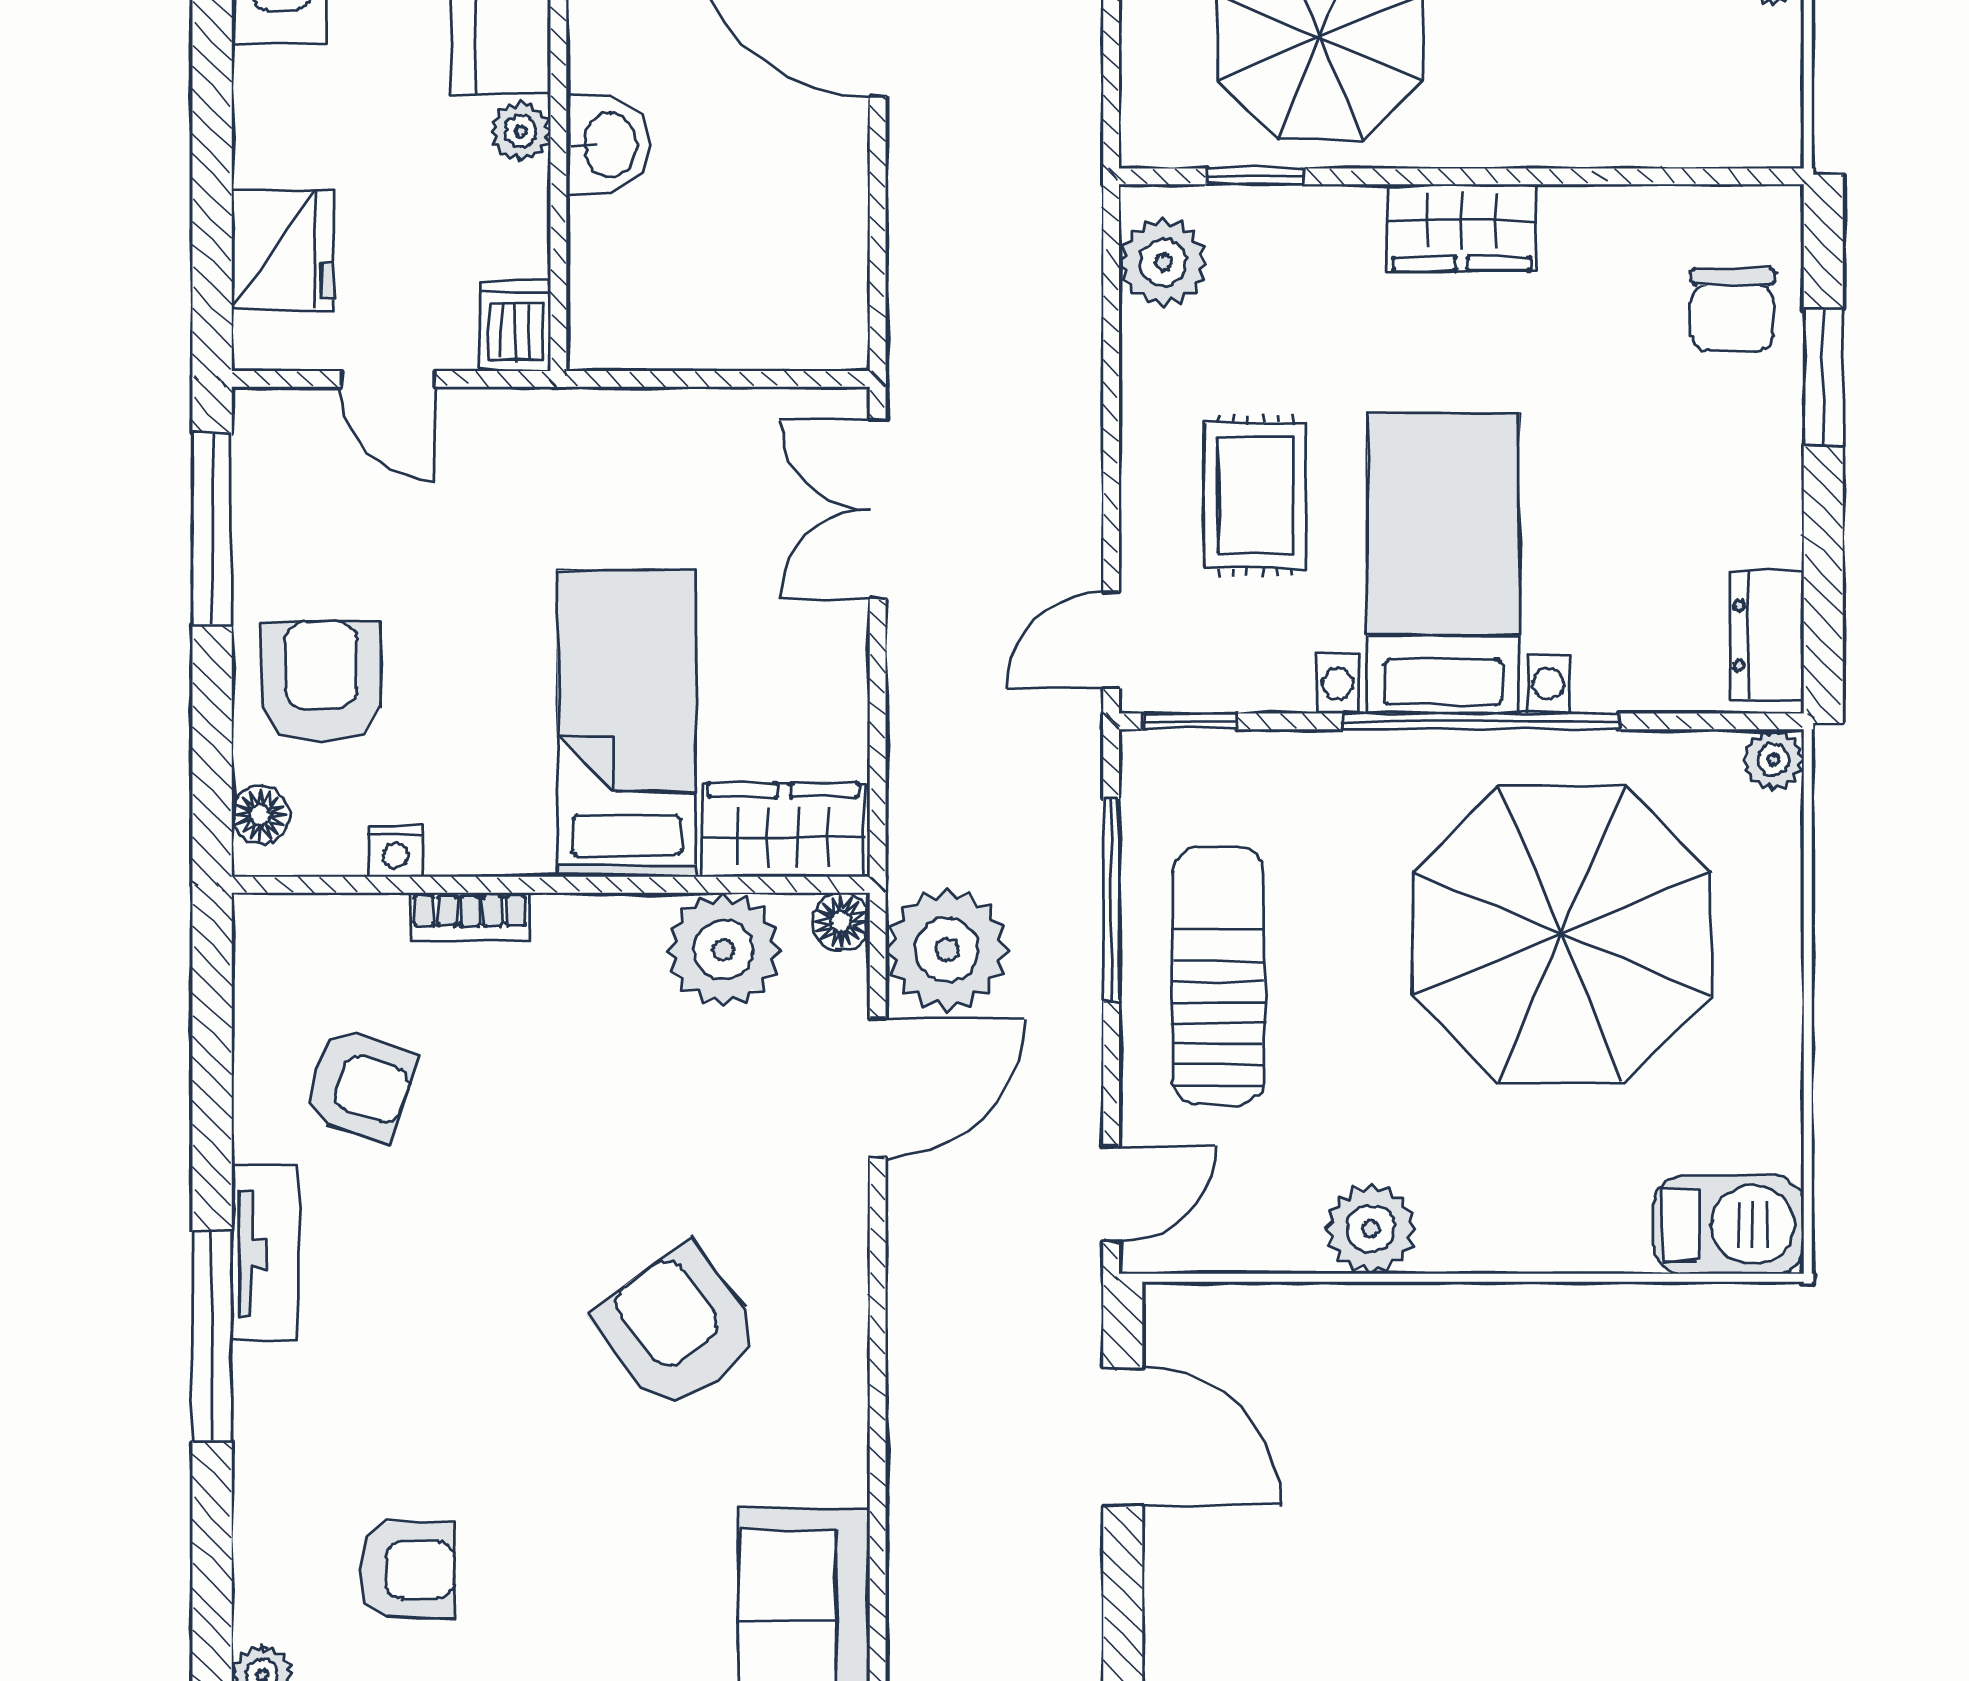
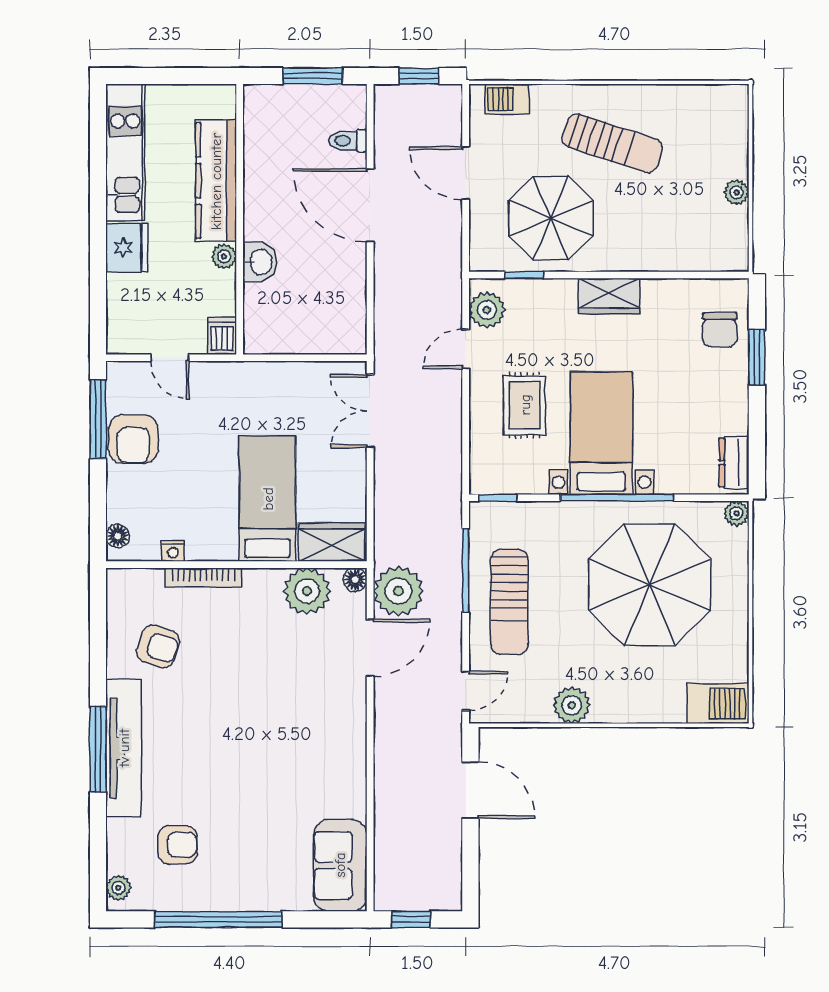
fridge: (282, 250) -> (127, 248), moved
door: (1111, 640) -> (466, 349), moved
armchair: (321, 682) -> (133, 439), moved, turned 180
bookcase: (470, 916) -> (203, 578), width x1.56
sun lounger: (1218, 976) -> (509, 602), turned 180
tv unit: (265, 1253) -> (124, 748), width x1.92, depth x1.29
armchair: (678, 1328) -> (288, 746), removed

